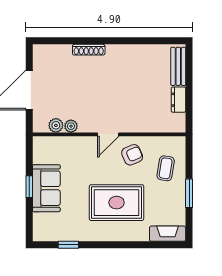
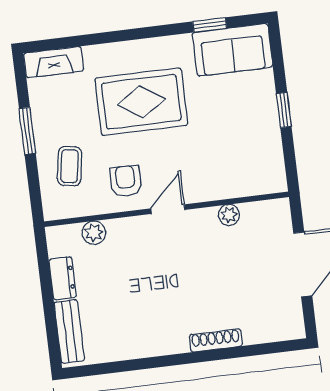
plant: (56, 125) -> (94, 233), moved
armchair: (132, 155) -> (126, 181), turned 113
sofa: (46, 188) -> (232, 50), moved, turned -90

